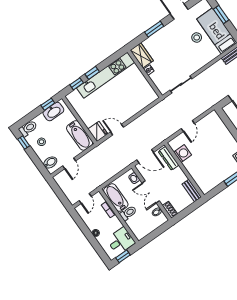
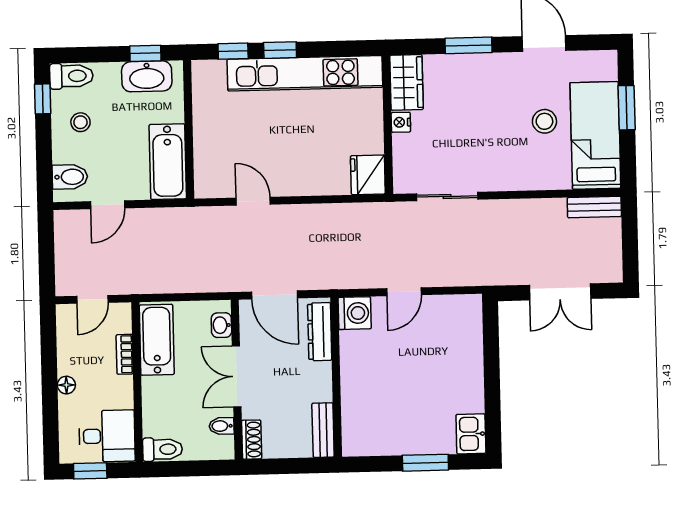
fridge: (98, 132) -> (368, 175), moved, turned 180
washing machine: (183, 154) -> (355, 313), moved
toilet: (128, 213) -> (162, 449), moved

